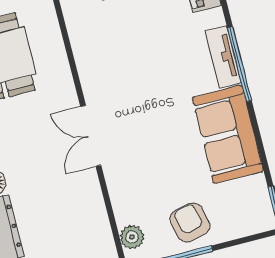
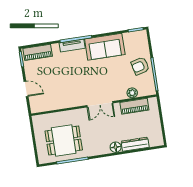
piano: (94, 218) -> (134, 106), added
plant: (132, 237) -> (132, 93), moved

